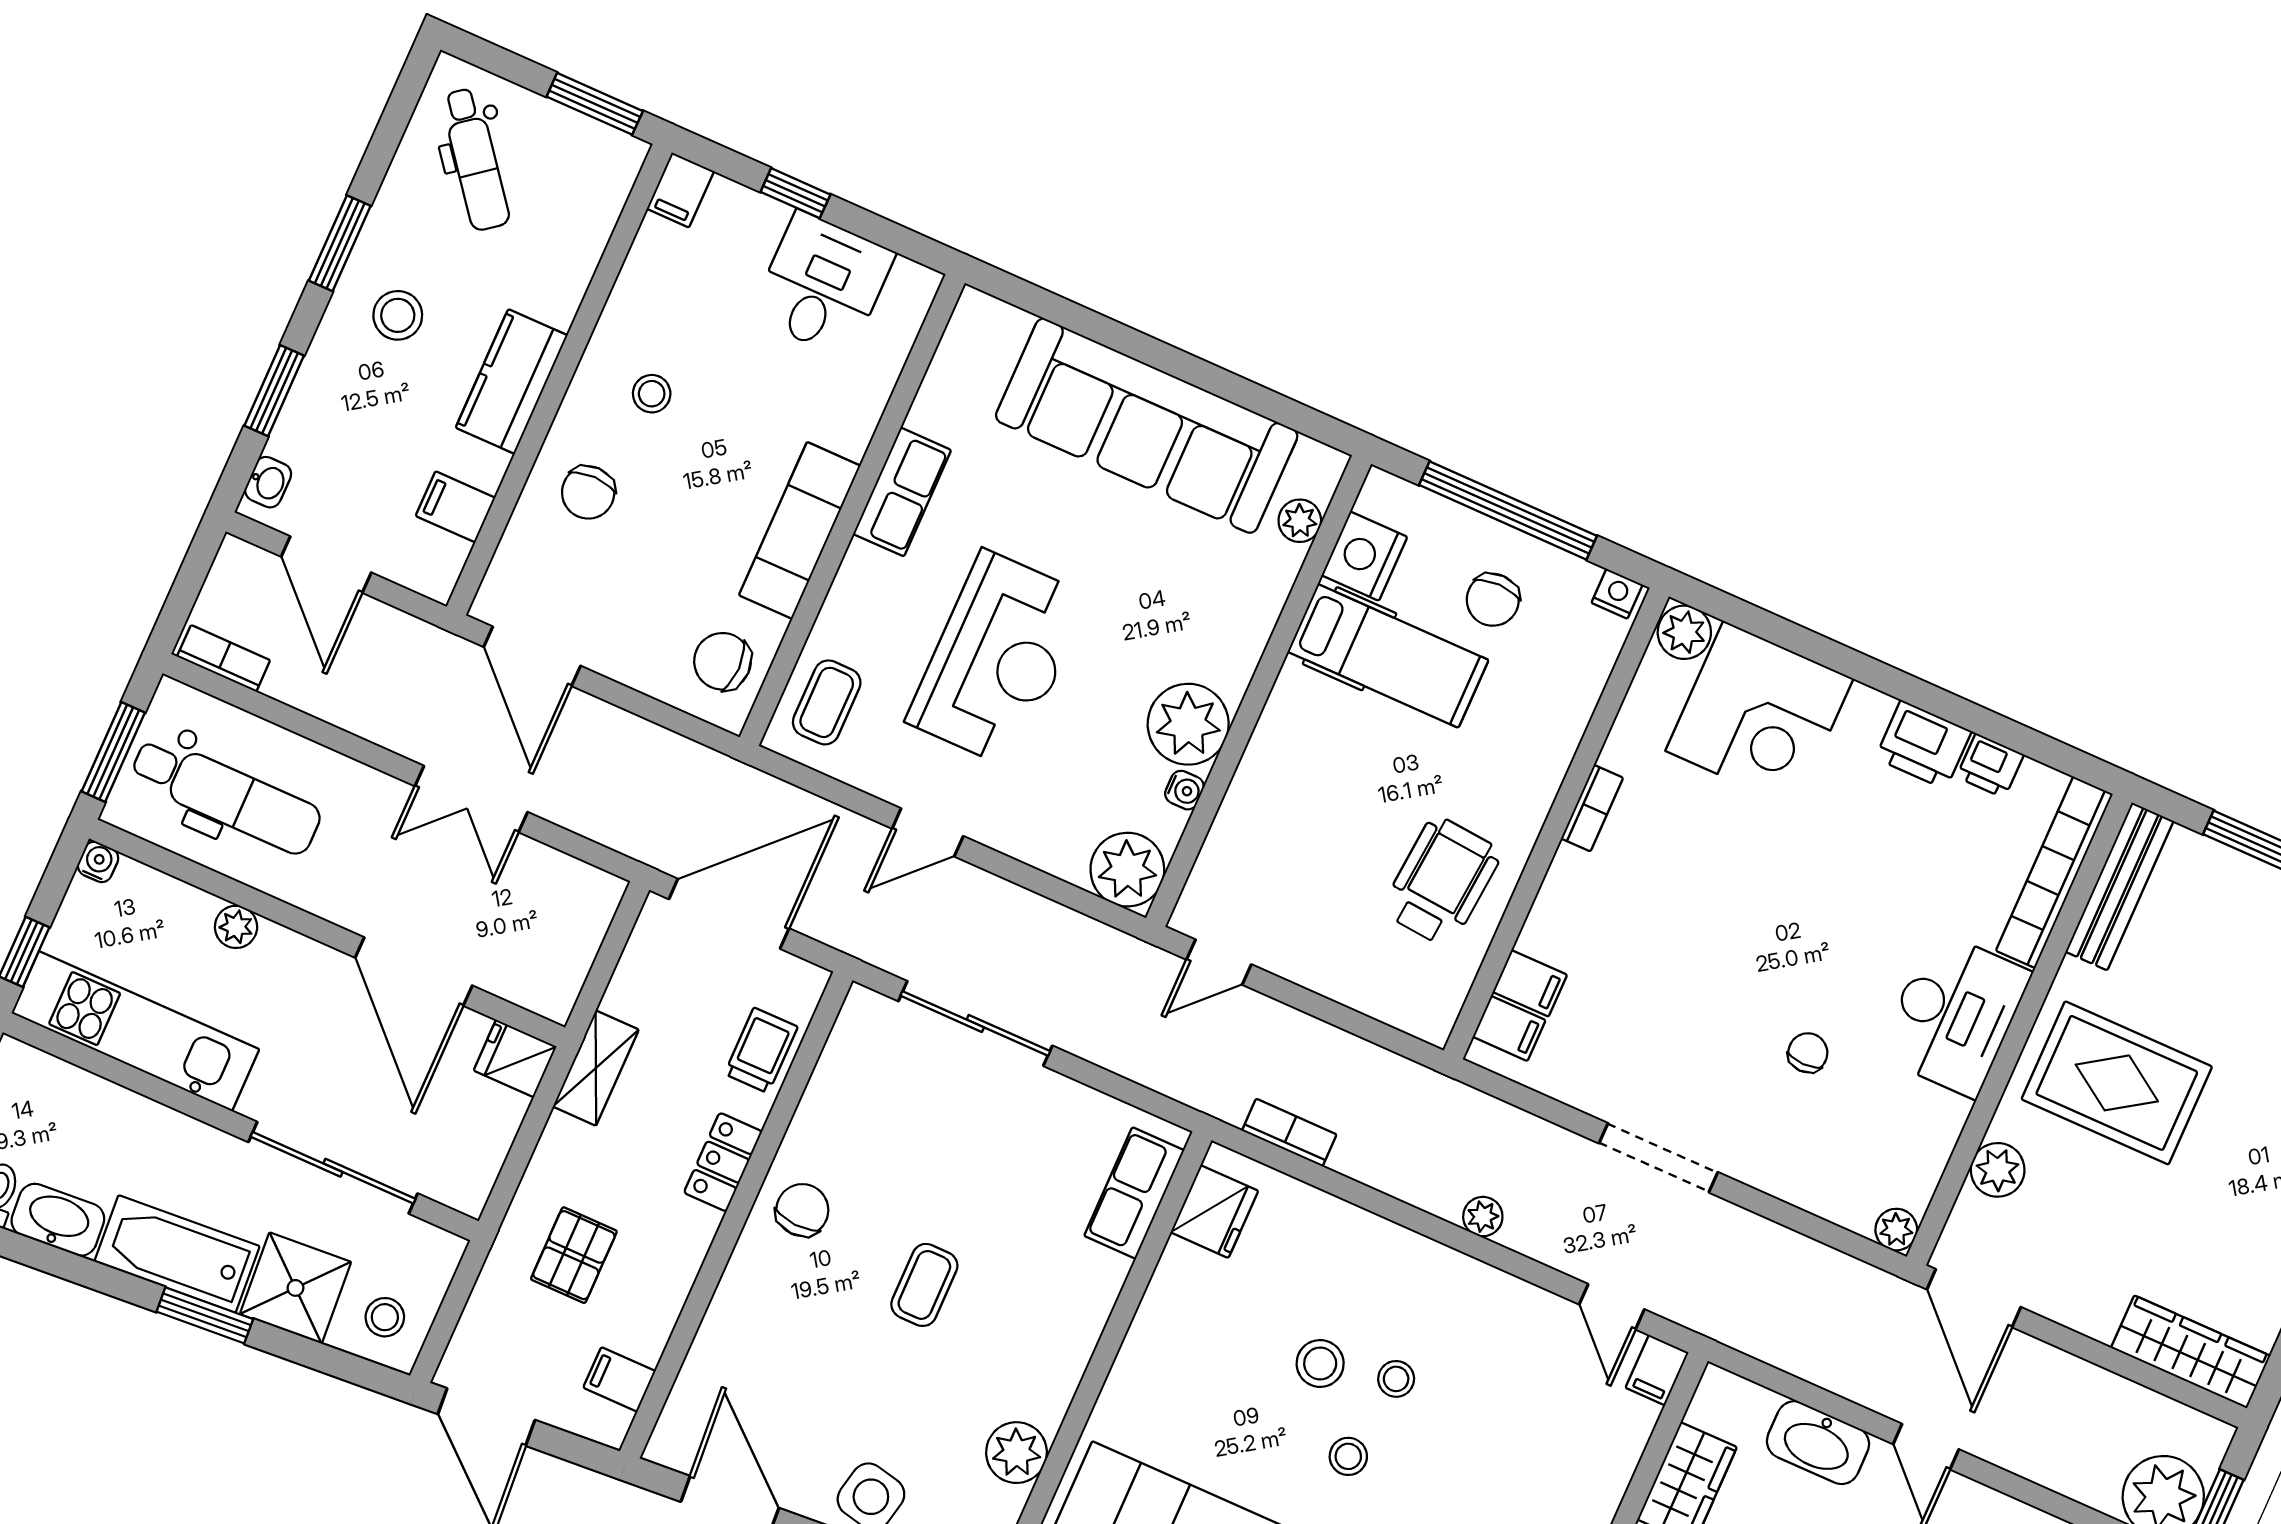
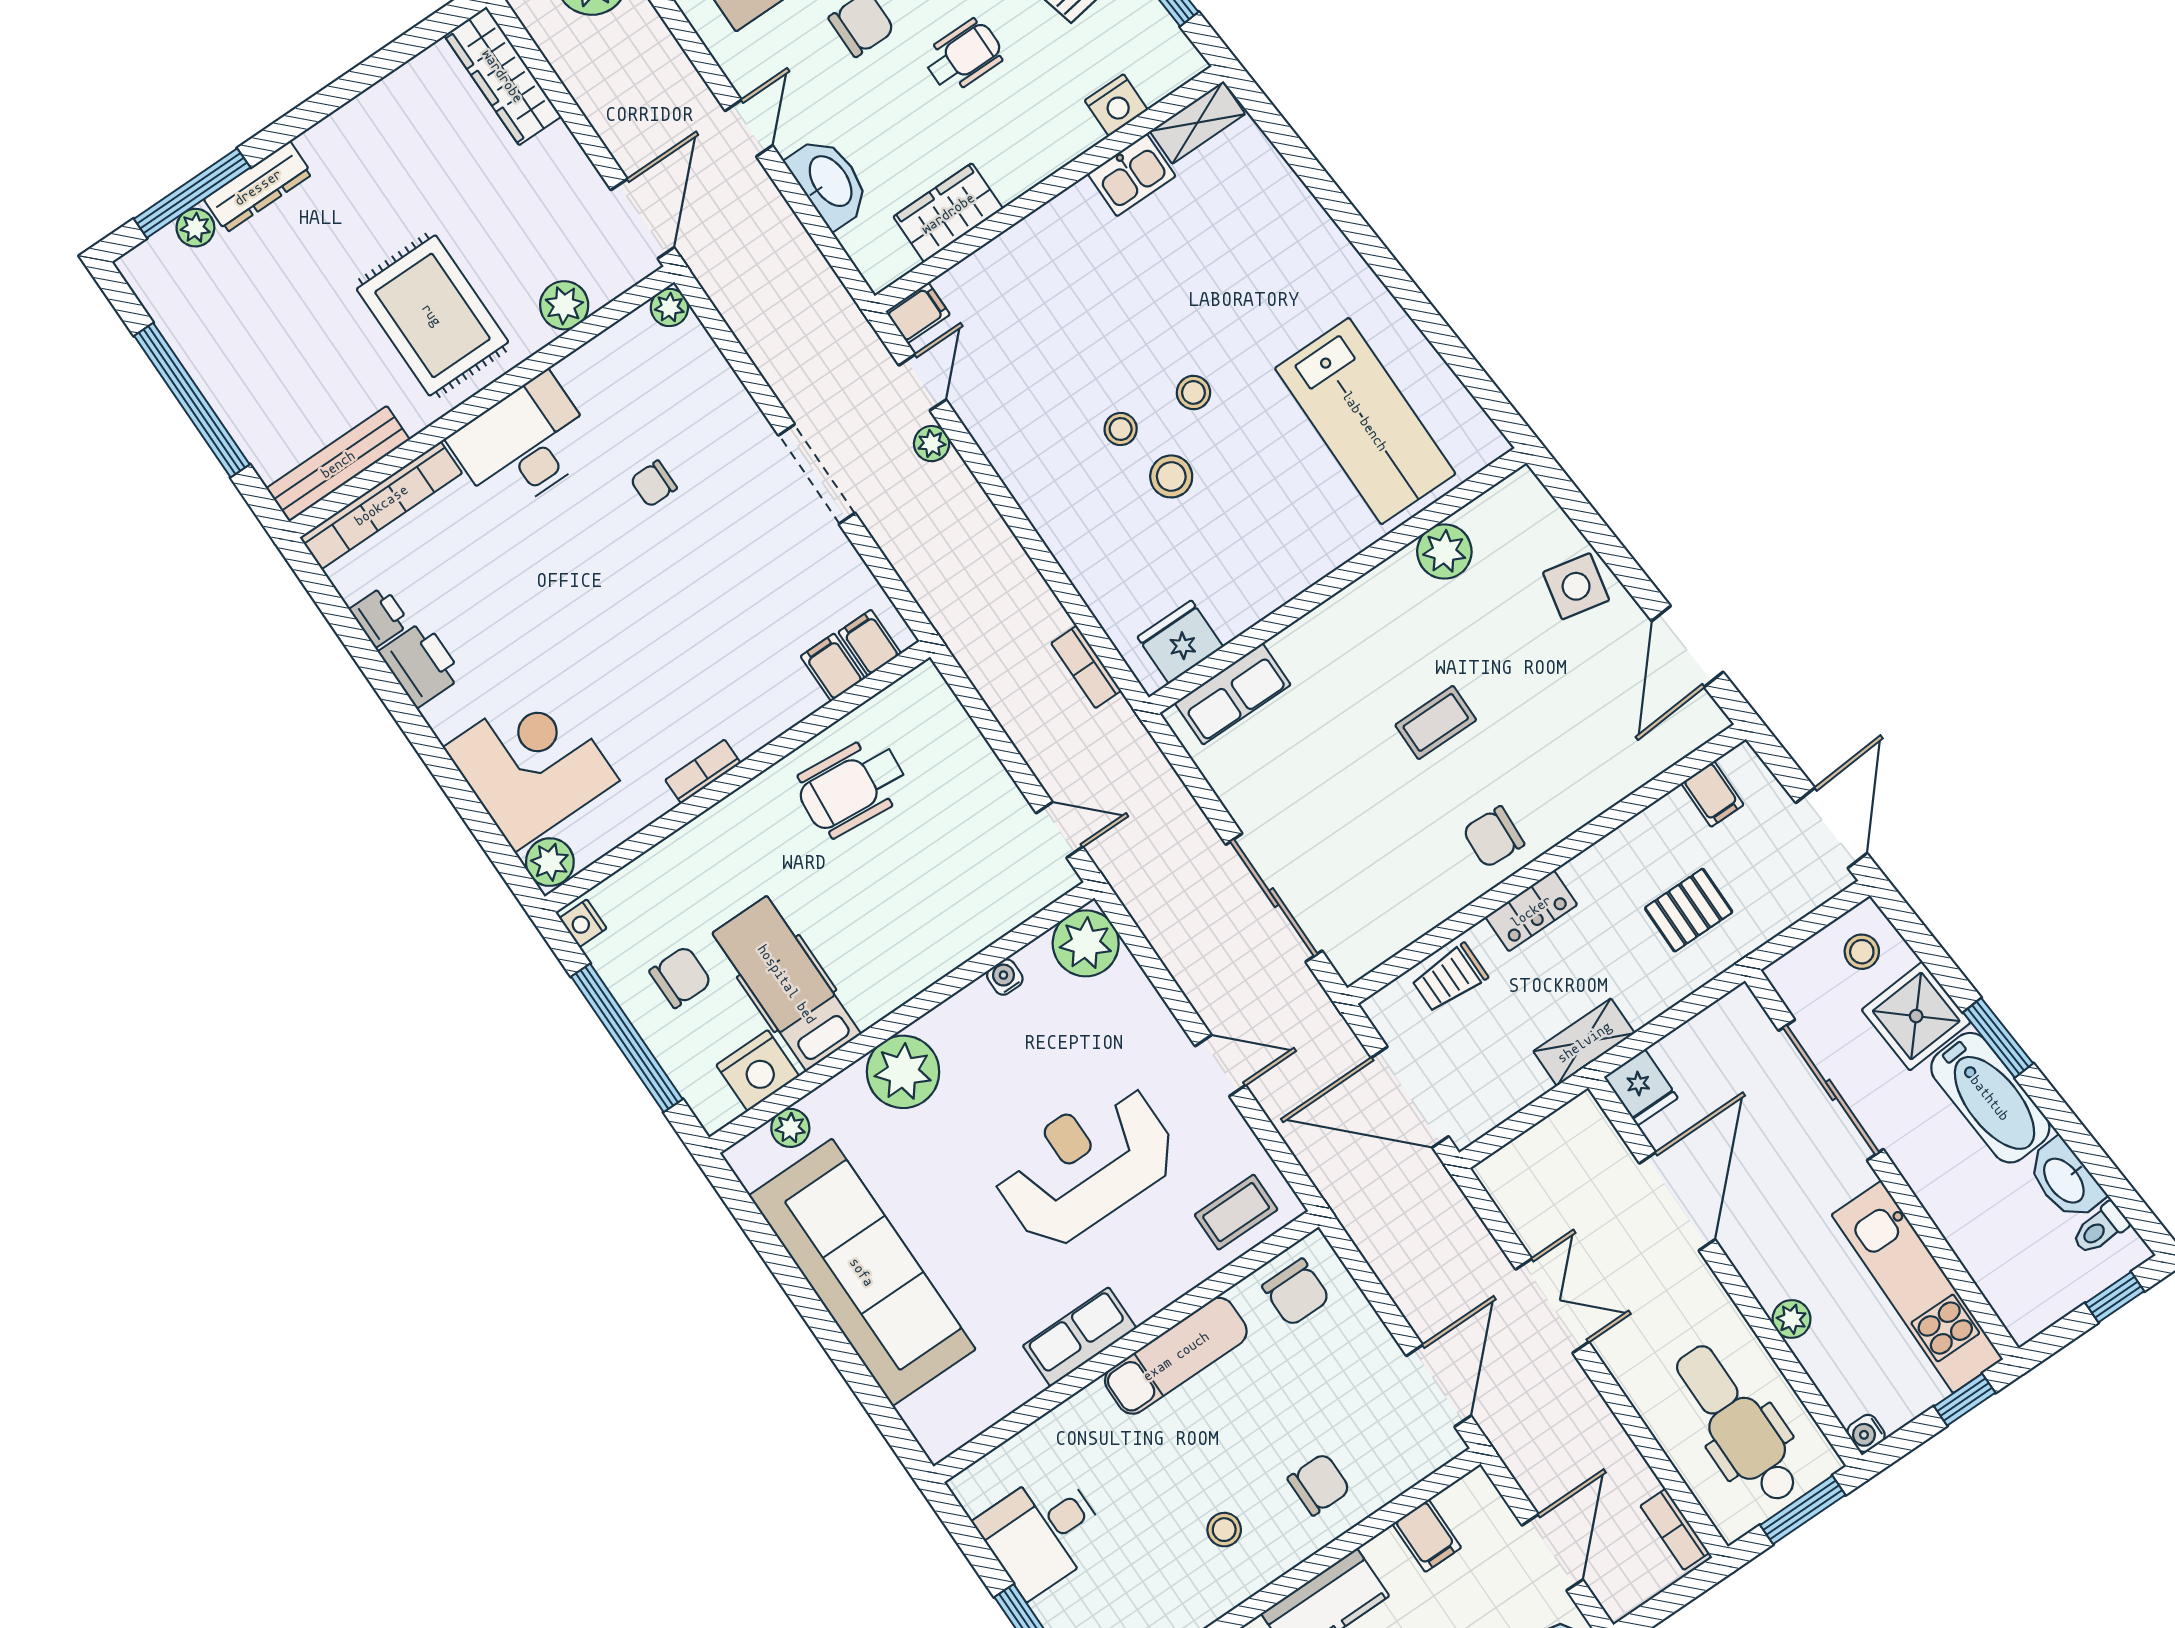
plant: (1188, 724) -> (903, 1072), moved
plant: (1483, 1217) -> (932, 444), moved

